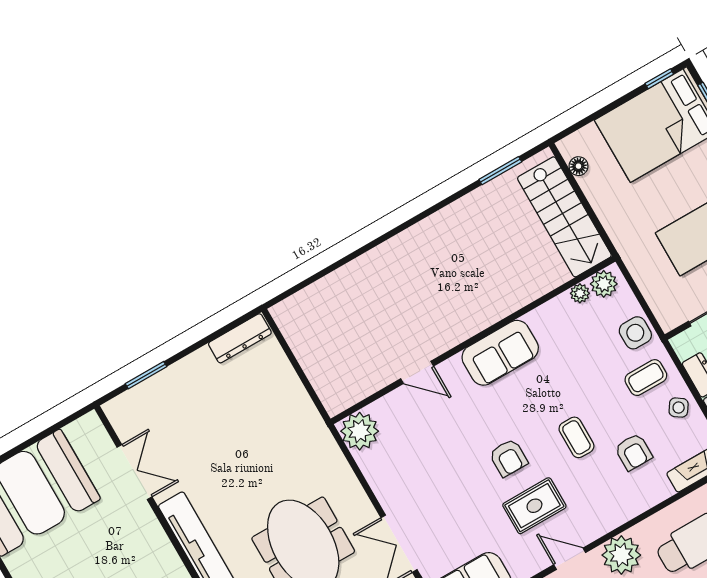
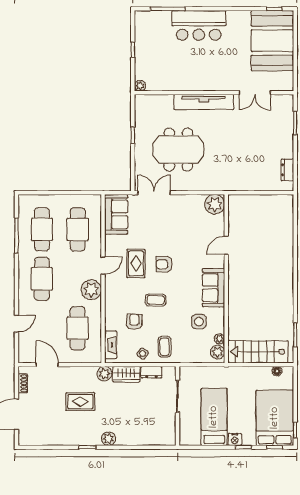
side table: (635, 333) -> (199, 322), moved
dresser: (240, 338) -> (287, 170), width x0.70
armchair: (633, 452) -> (134, 322), turned 90

